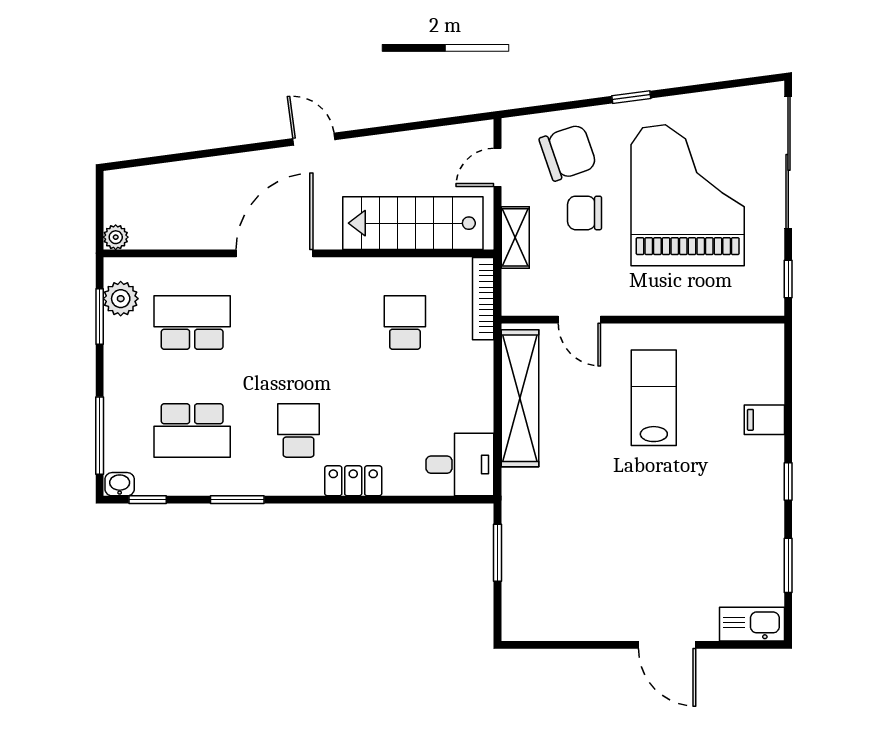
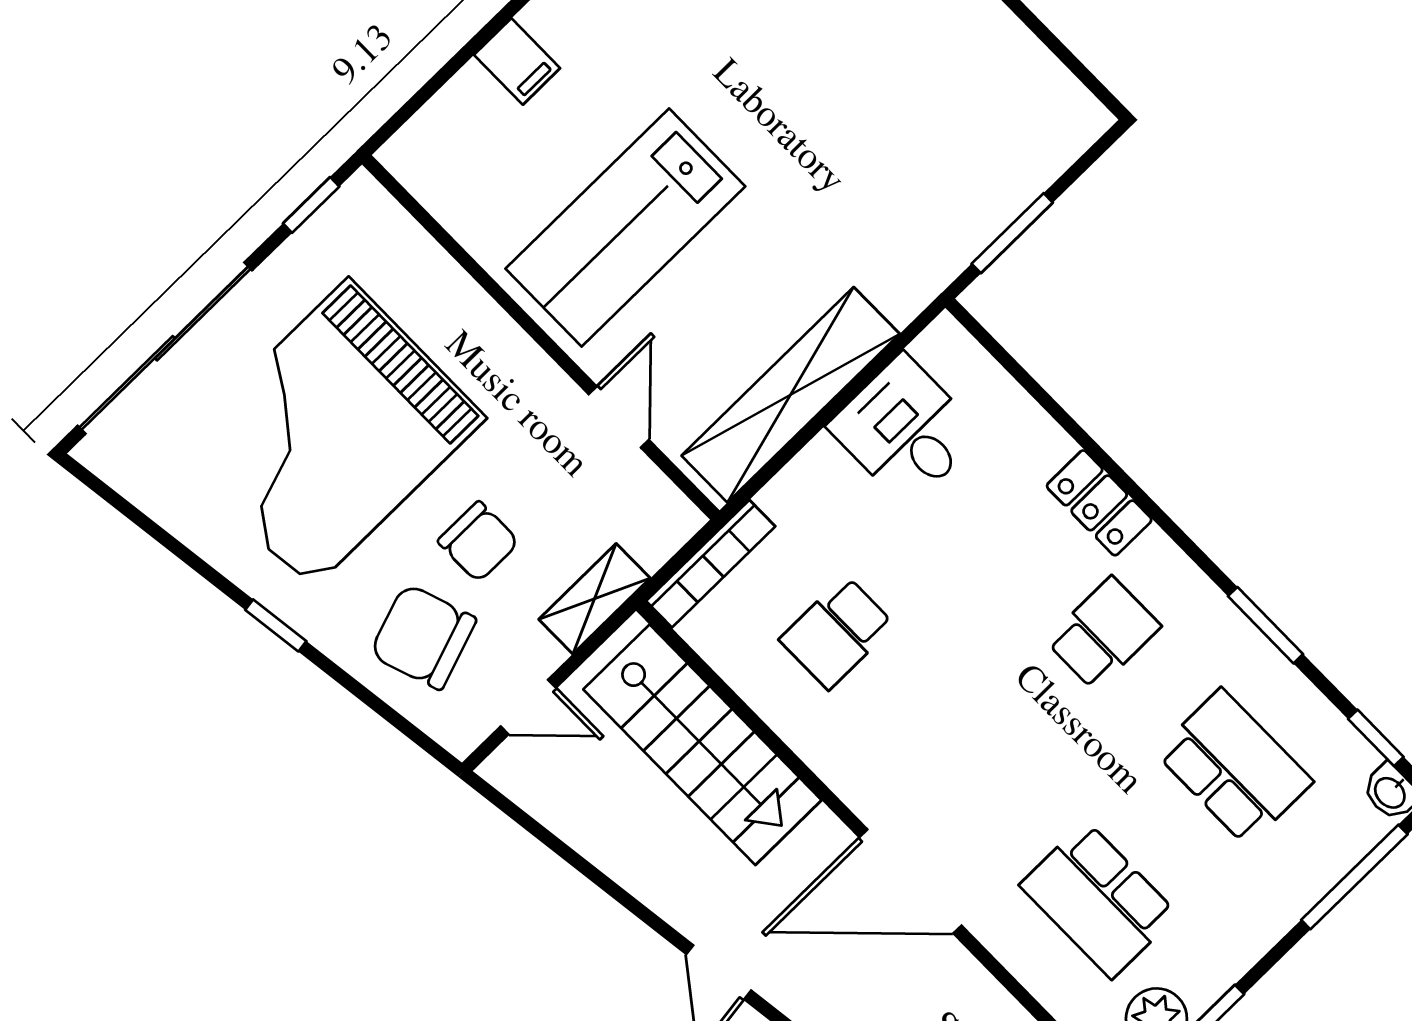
lab bench: (654, 398) -> (625, 228), width x1.36, depth x1.39
school desk: (299, 430) -> (1103, 633), turned 180
desk: (460, 465) -> (905, 430), moved

